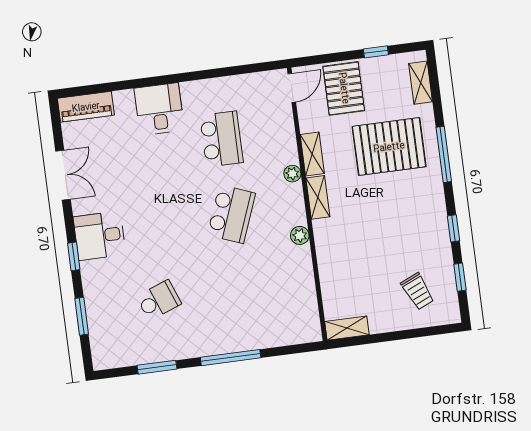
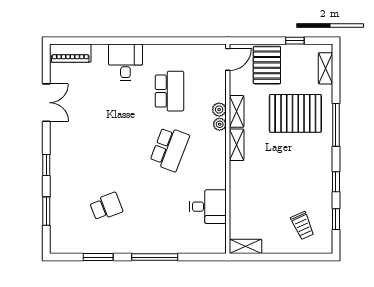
plant: (300, 235) -> (219, 110), moved
desk: (100, 236) -> (208, 207), moved, turned 180

